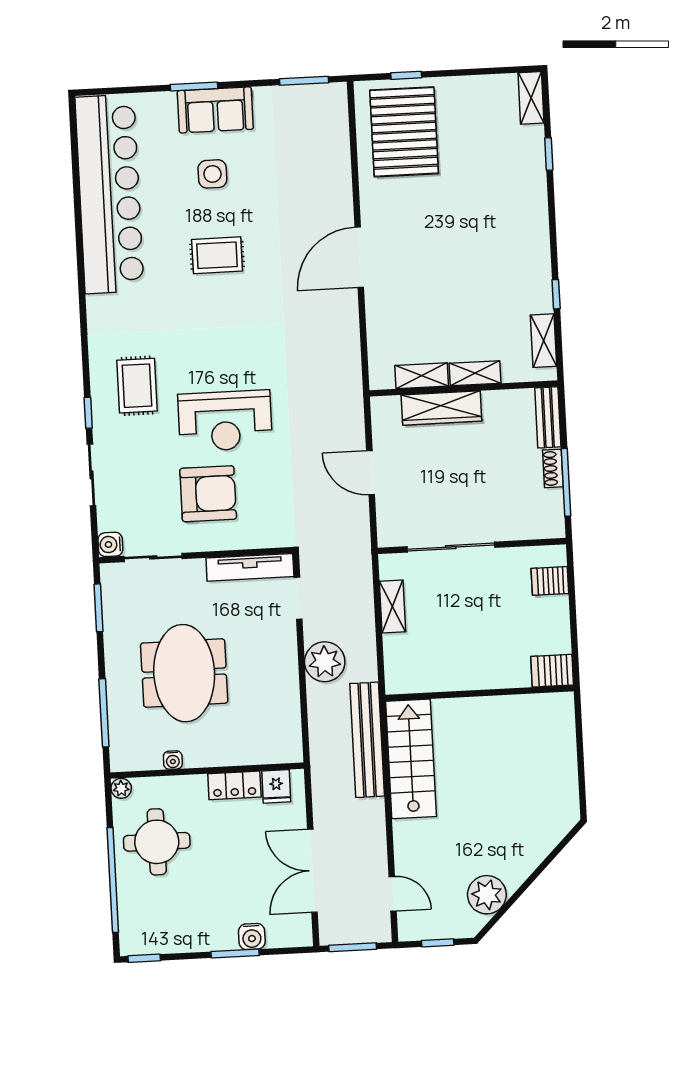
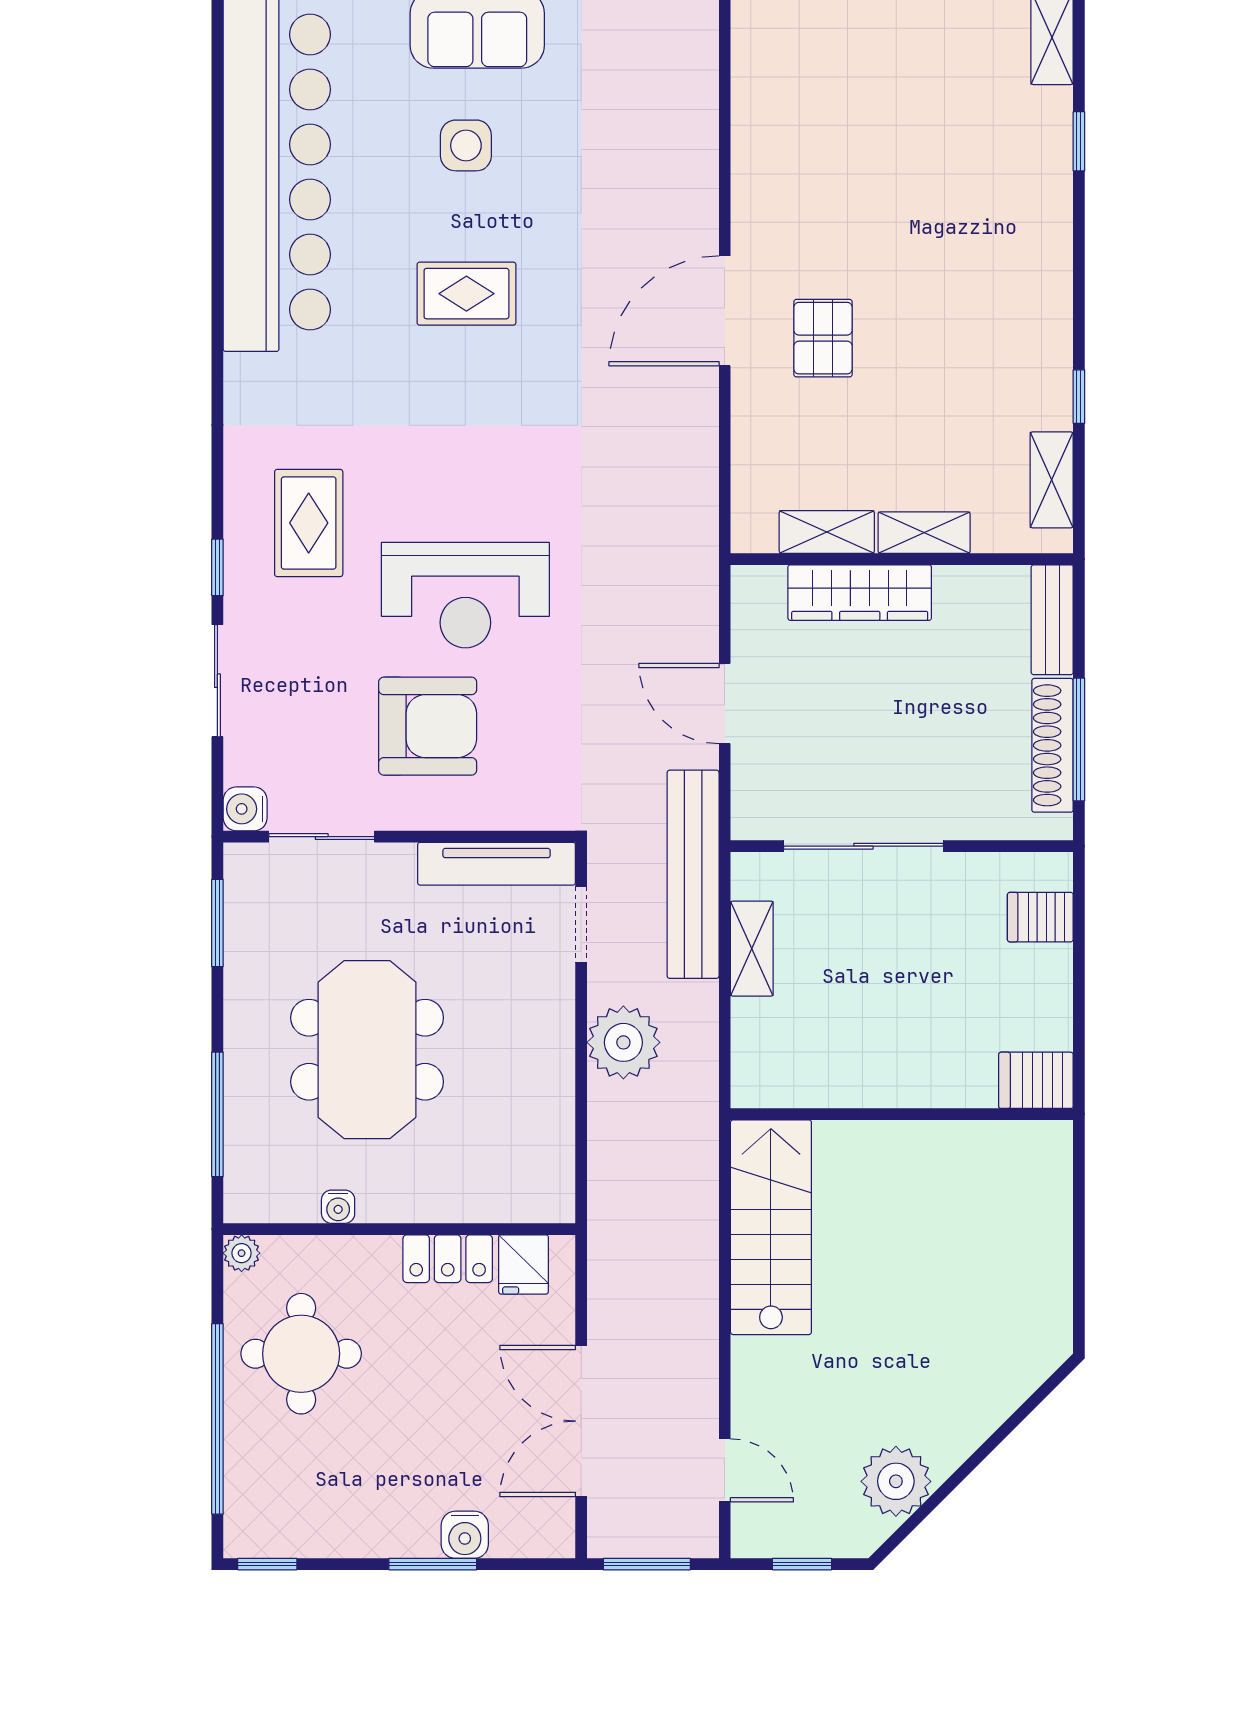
pallet: (404, 132) -> (823, 338), moved, width x0.49, depth x0.50
shoe rack: (553, 468) -> (1053, 745), width x1.94, depth x1.24
bench: (367, 740) -> (693, 874), moved

